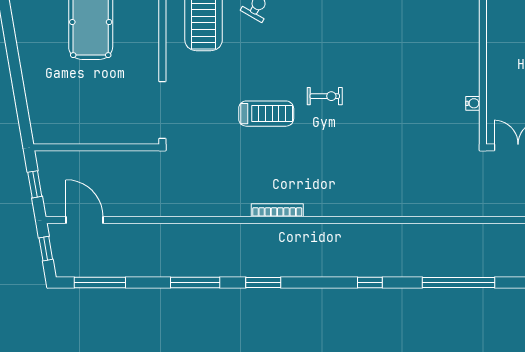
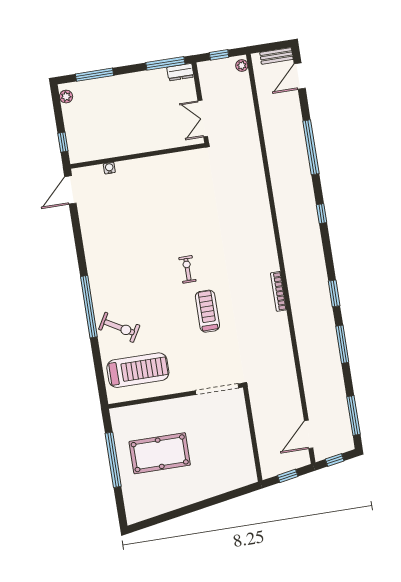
water cooler: (473, 103) -> (109, 168), moved

